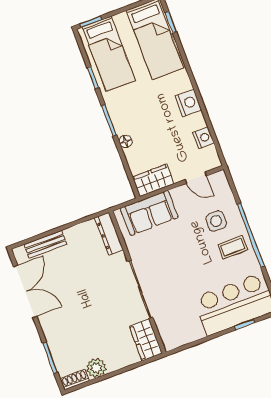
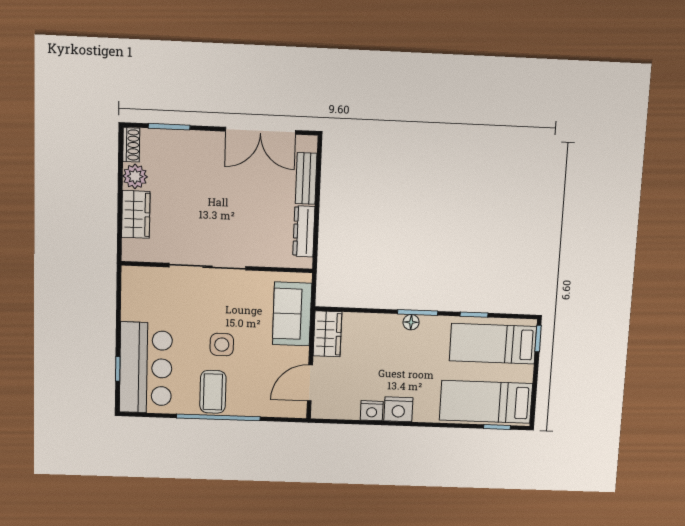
nightstand: (203, 138) -> (372, 411), moved
floor lamp: (126, 141) -> (411, 322), moved
door: (196, 178) -> (310, 383), width x1.38
side table: (216, 221) -> (222, 345), moved
dresser: (109, 234) -> (304, 231), moved, turned -90
coffee table: (233, 247) -> (213, 392), width x1.36, depth x1.30
wardrobe: (146, 340) -> (136, 214), moved, turned 90

